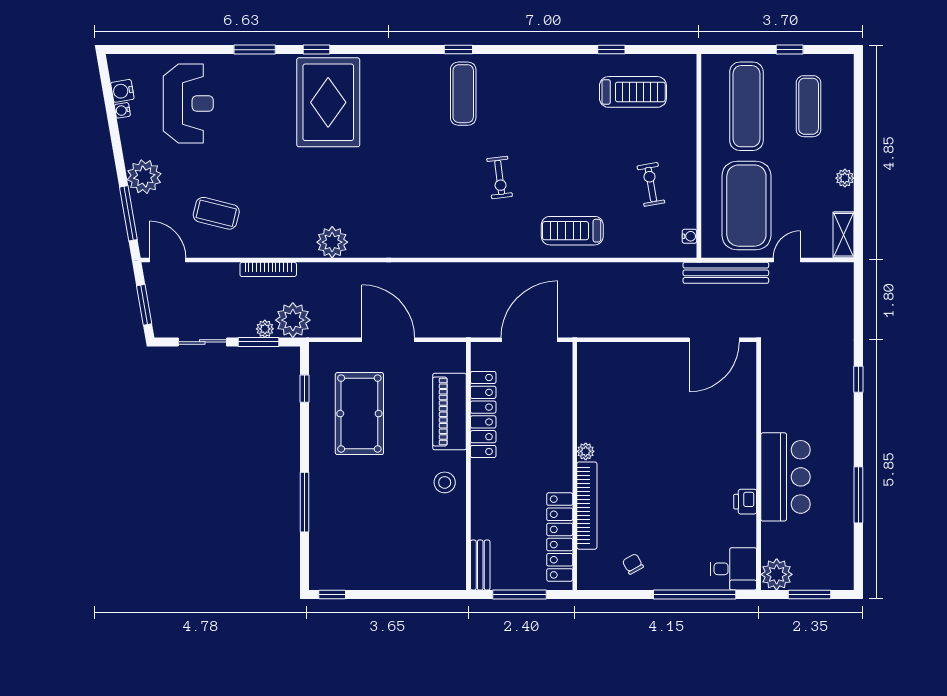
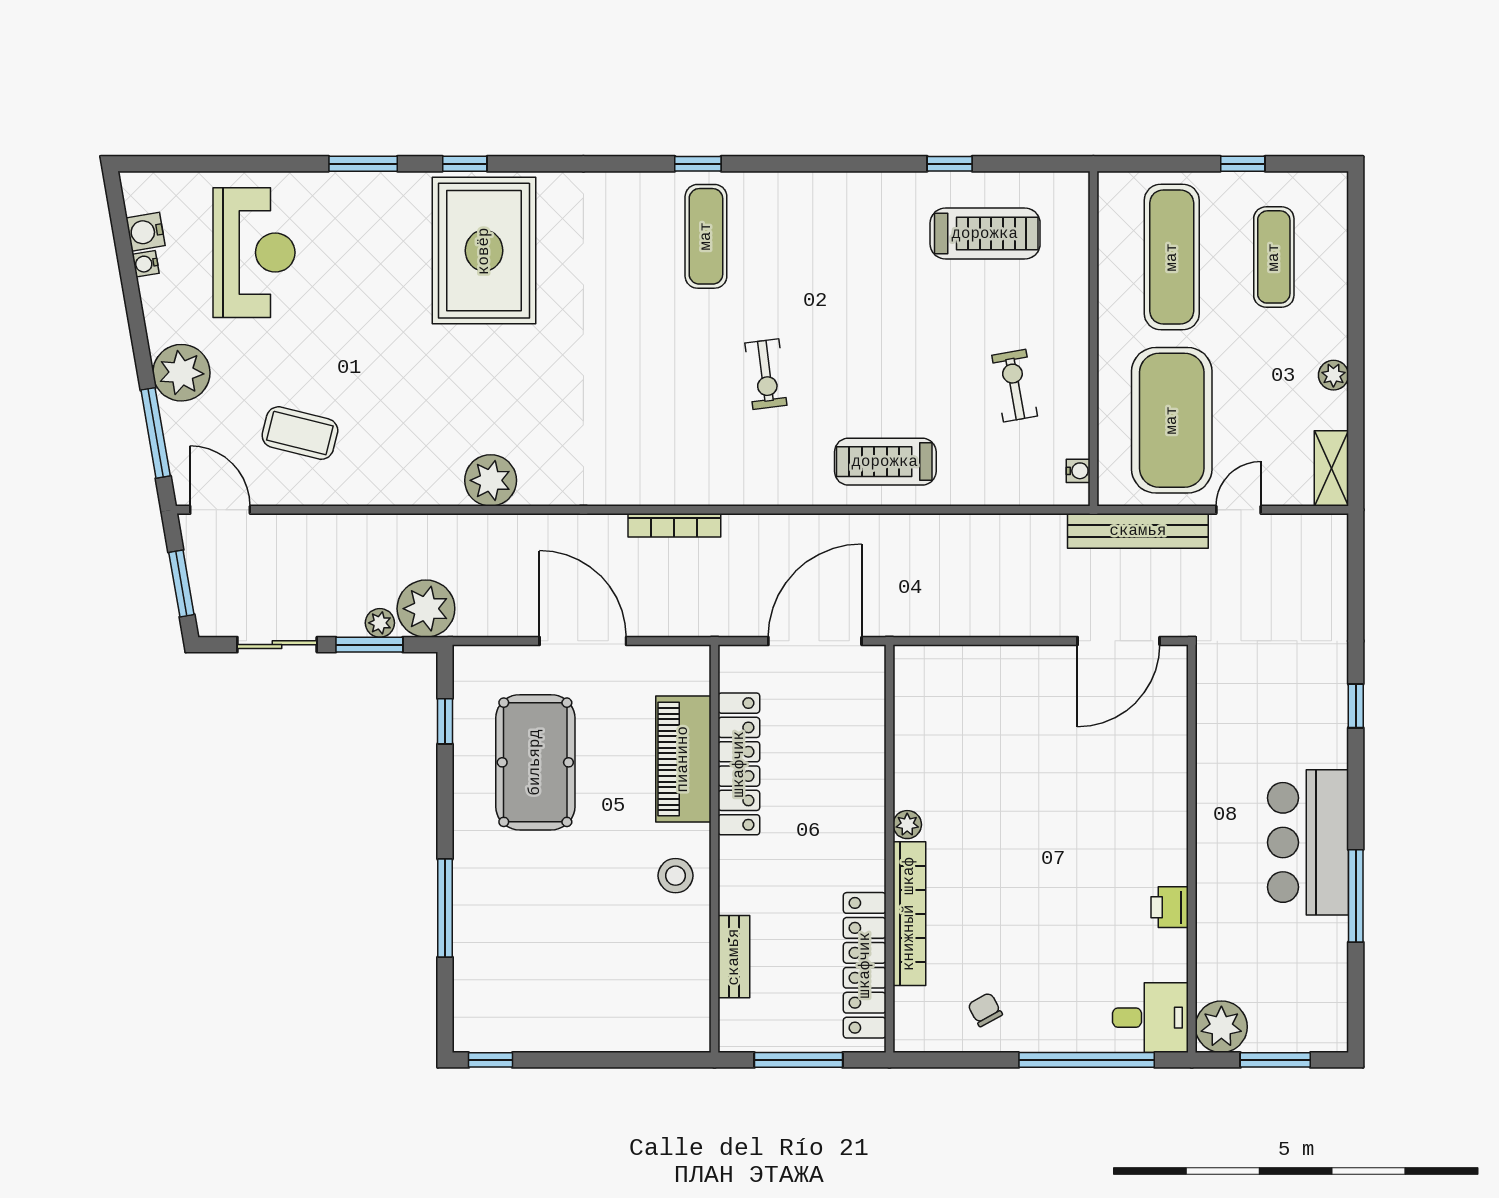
bookcase: (268, 269) -> (674, 525), moved
bar counter: (785, 477) -> (1308, 842), moved, turned 180
bench: (480, 565) -> (734, 957), moved

